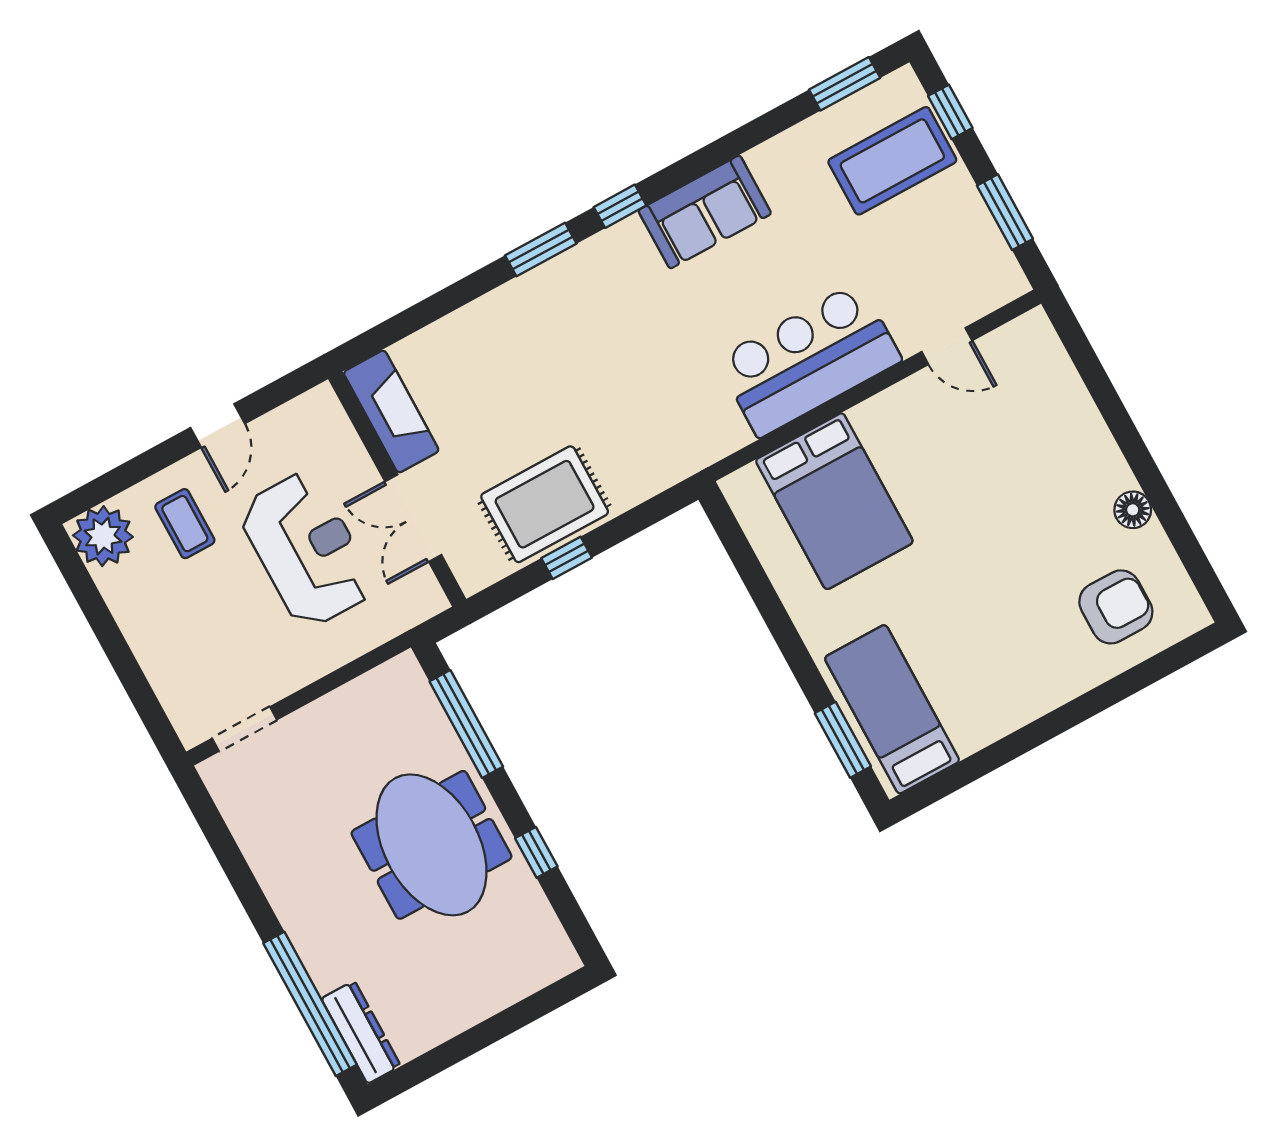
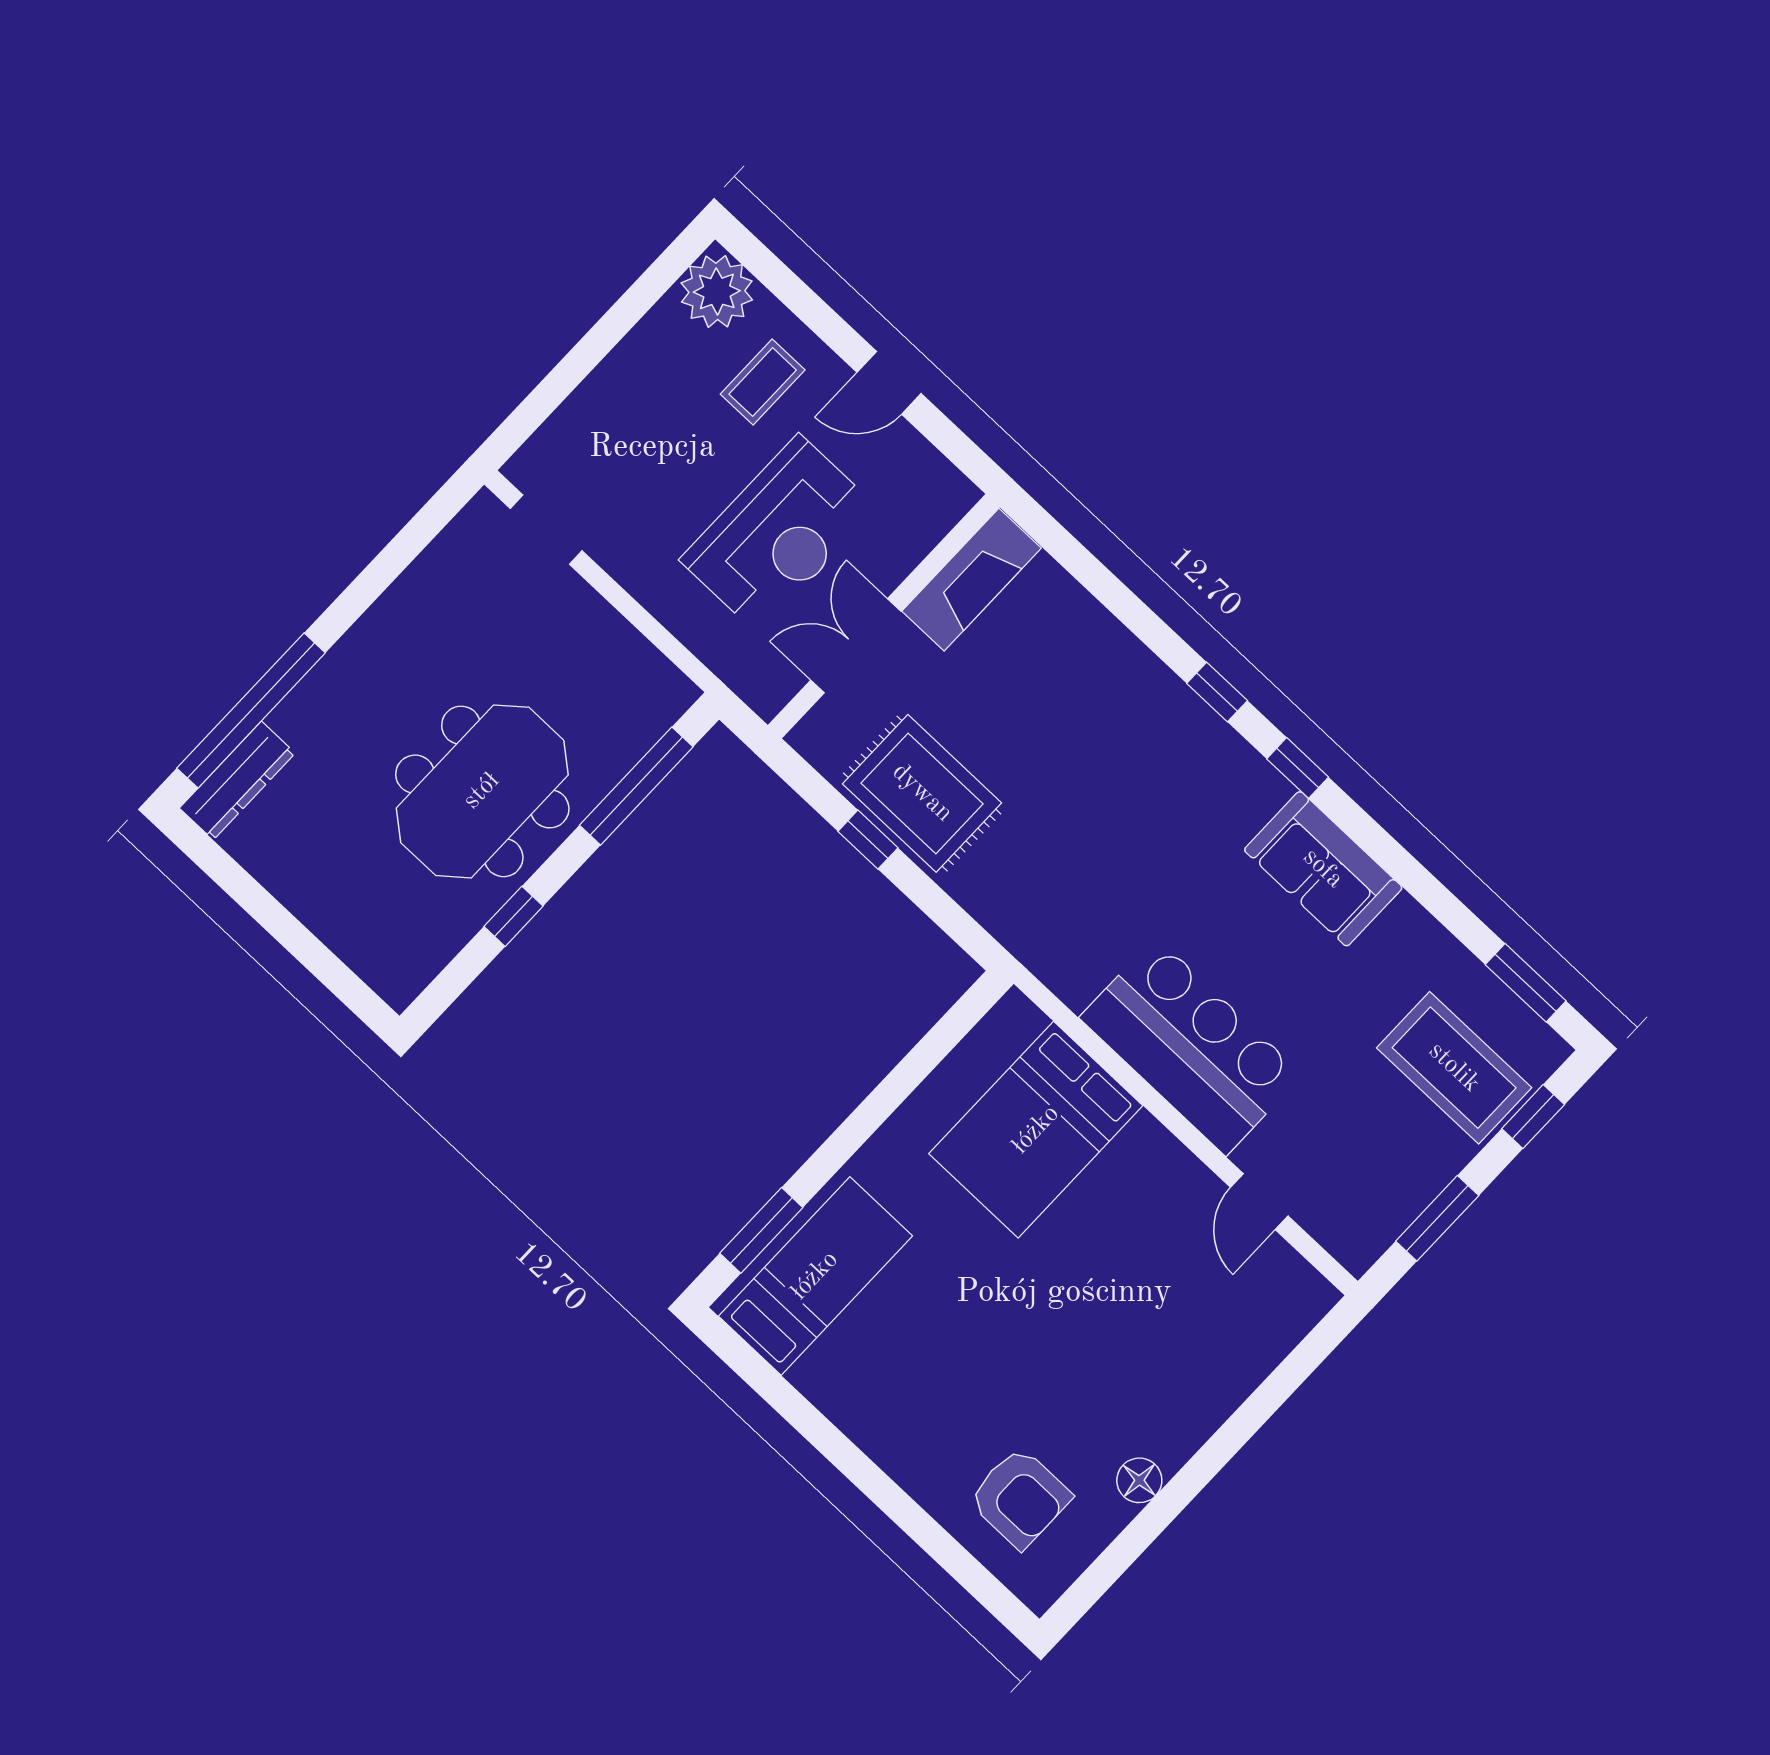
window: (541, 249) -> (1217, 692), width x0.67

